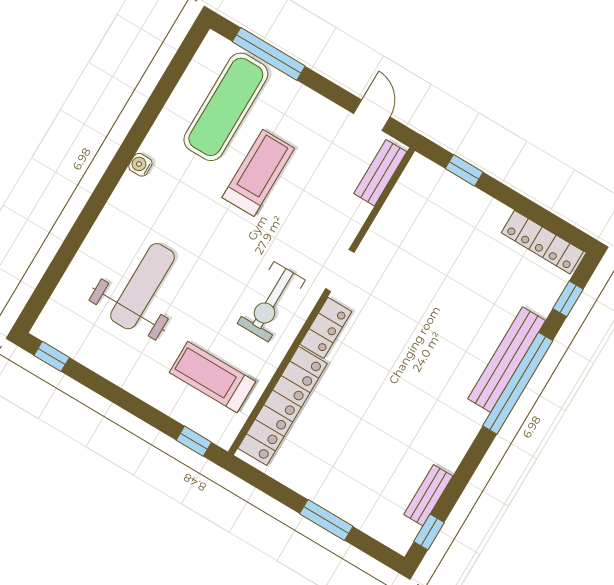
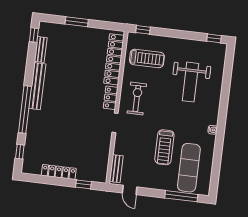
locker: (542, 242) -> (59, 172), moved
bench: (507, 360) -> (37, 86), moved

